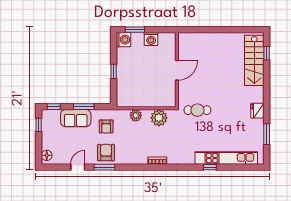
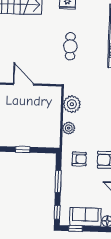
cafe table: (197, 110) -> (70, 46), moved
sofa: (76, 118) -> (85, 217), moved, turned -90

